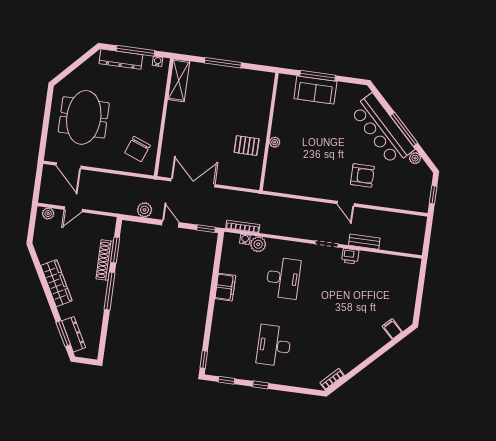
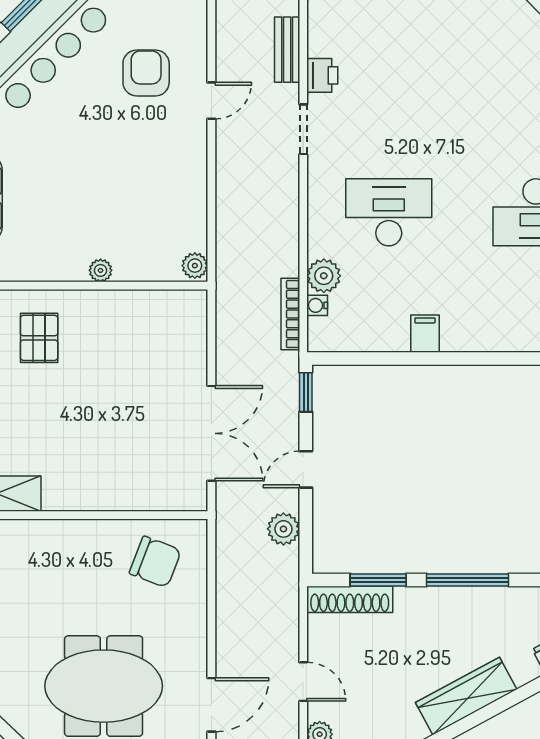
pallet: (247, 146) -> (39, 338), moved
double door: (193, 183) -> (211, 433), swing flipped
plant: (271, 186) -> (195, 266), added
shoe rack: (105, 260) -> (350, 599), moved
filing cabinet: (225, 287) -> (425, 334), width x0.50

